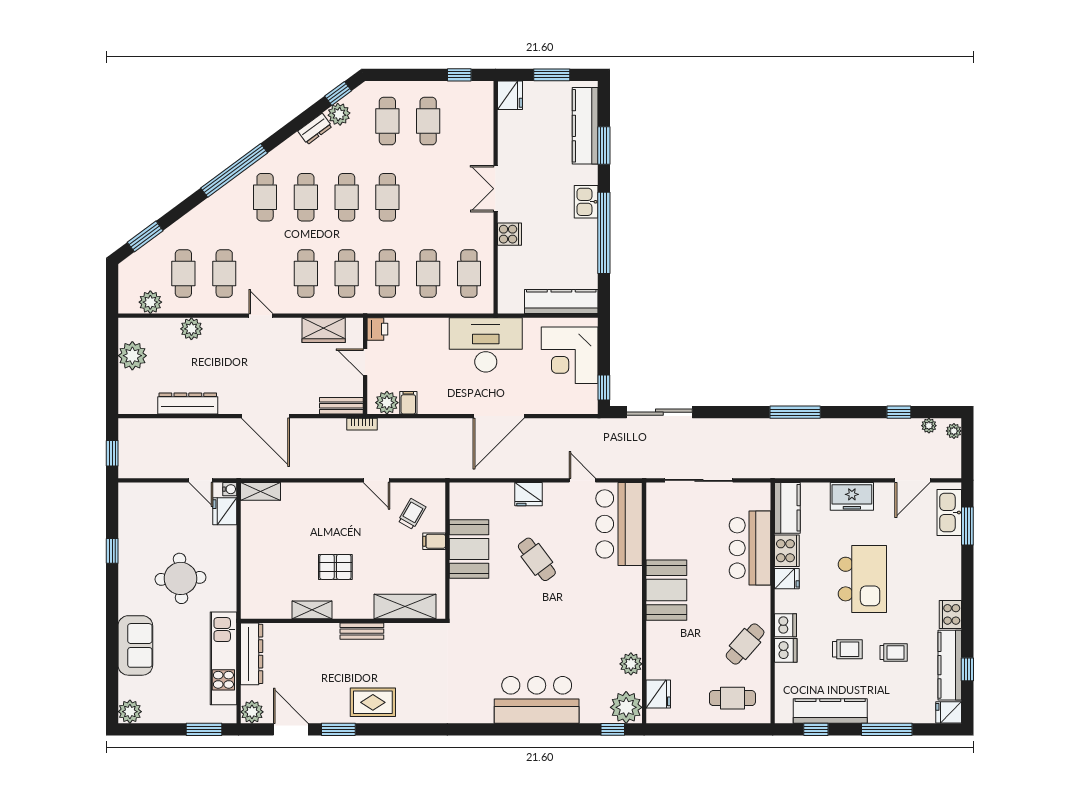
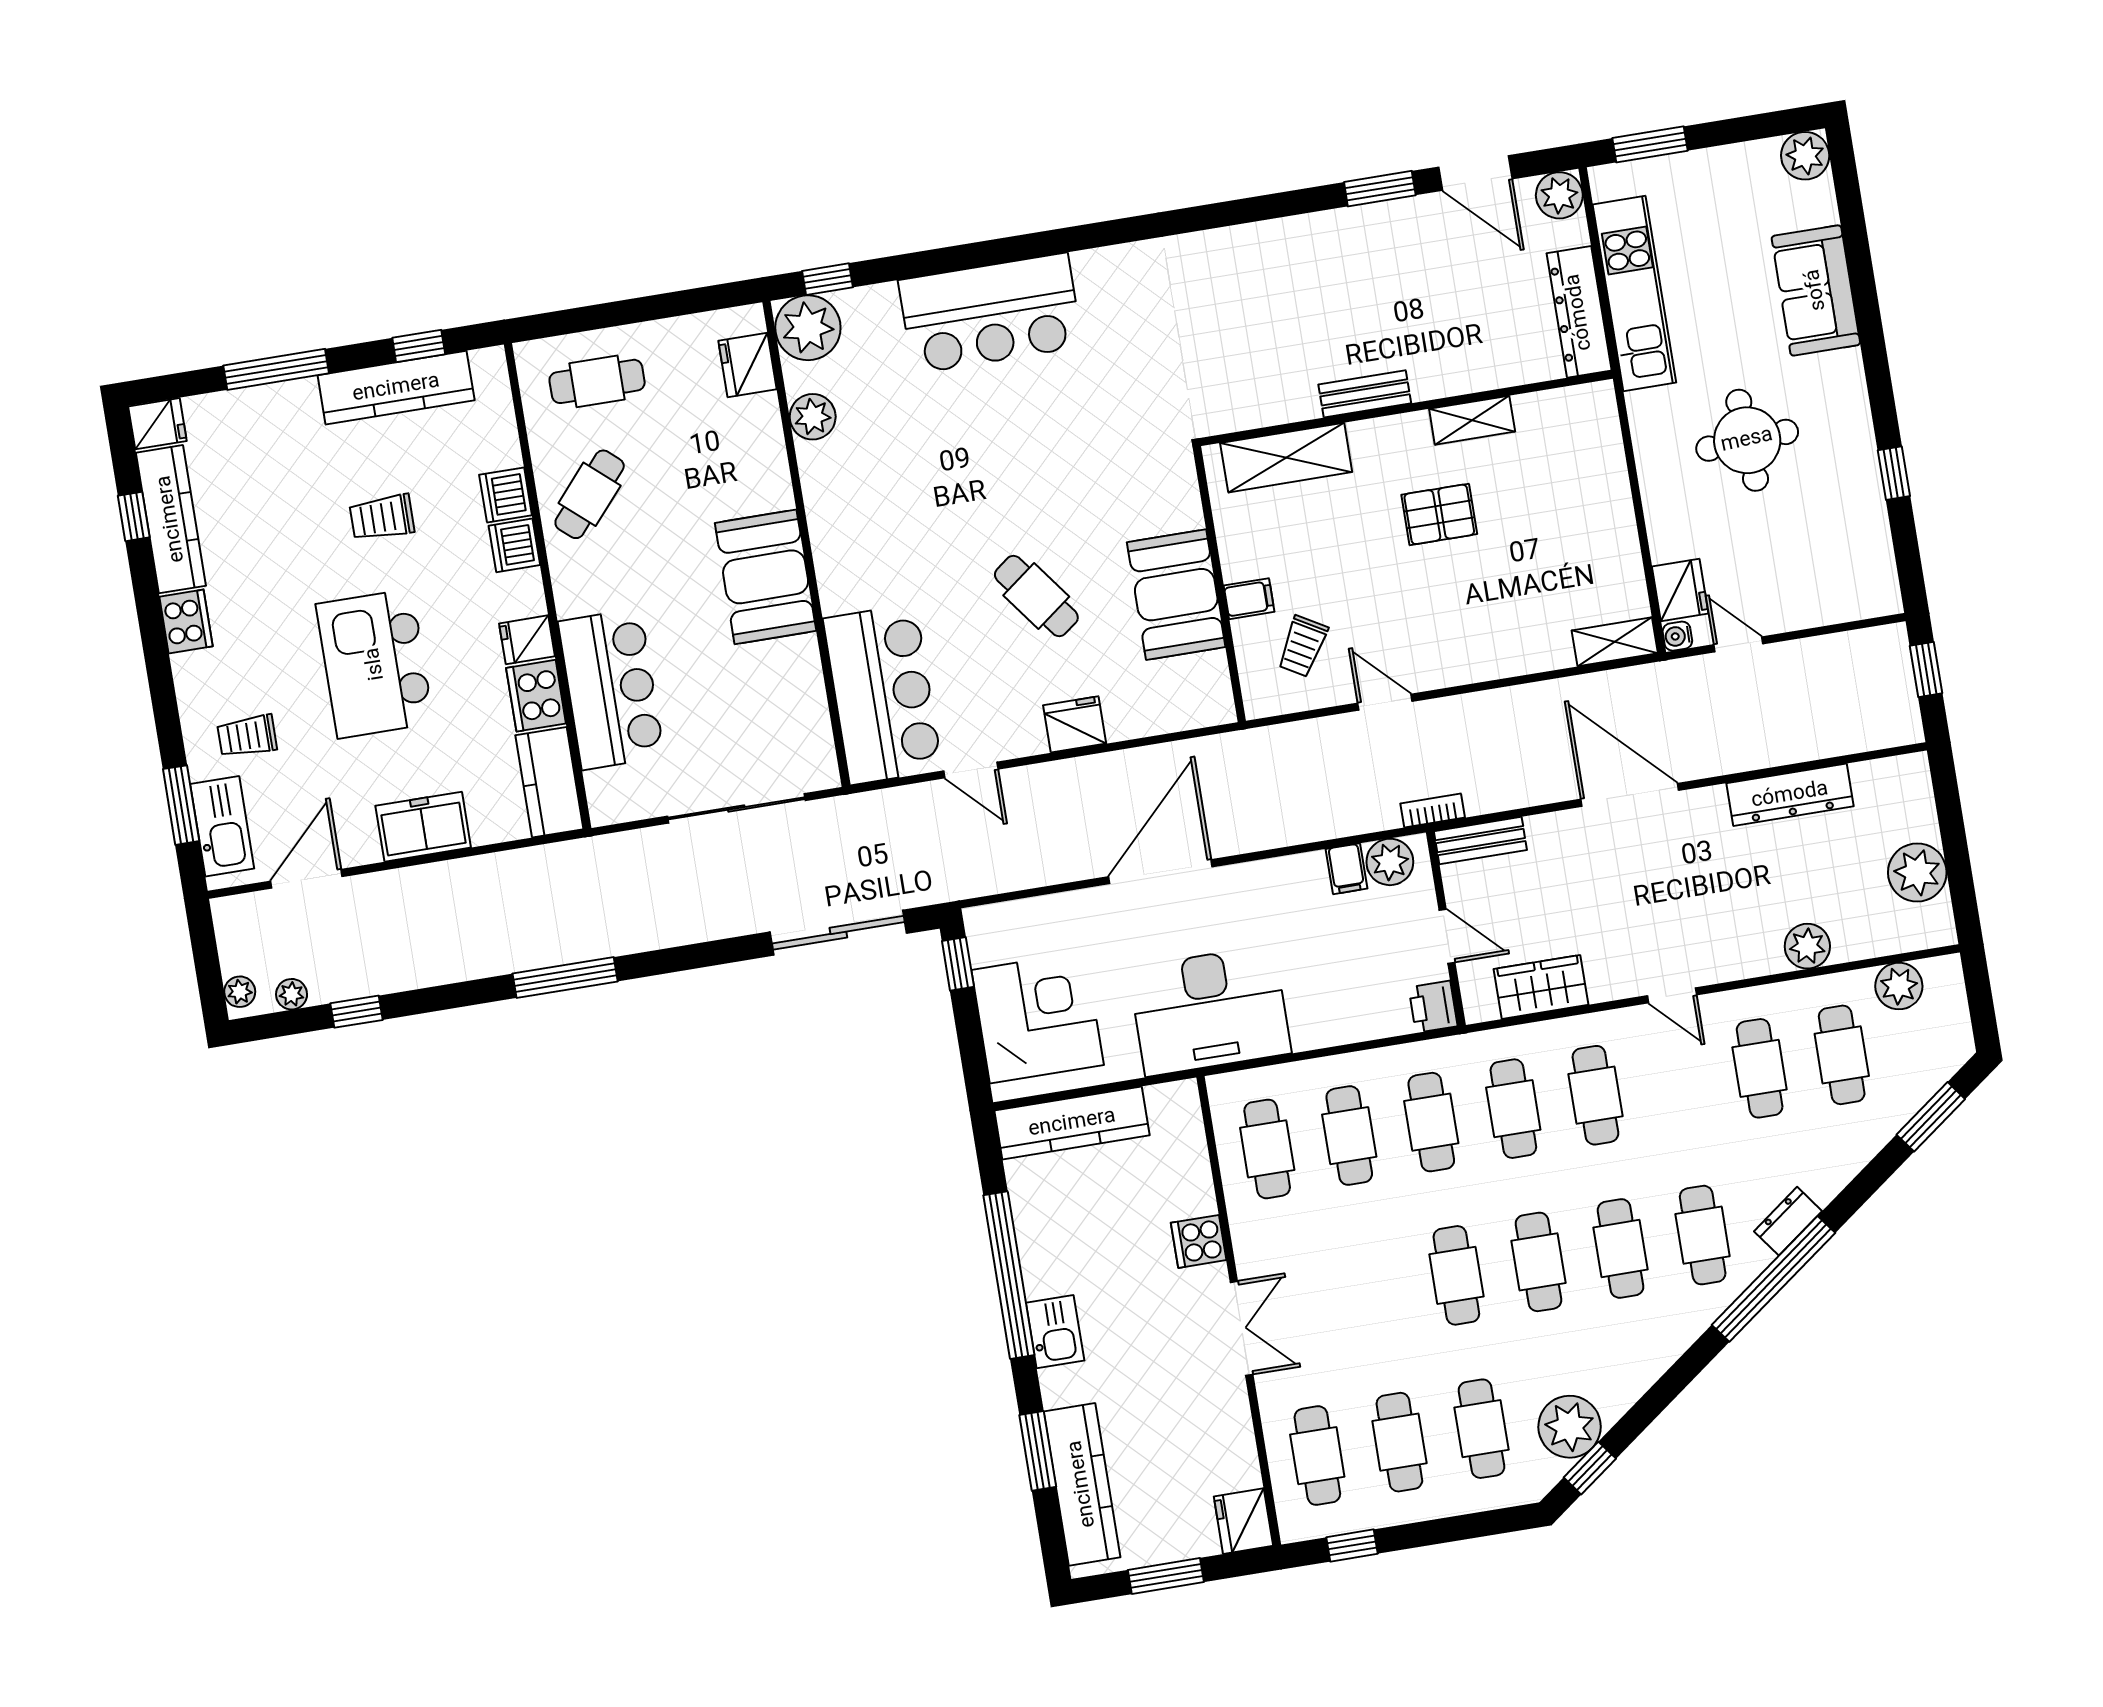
plant: (339, 114) -> (1570, 1427), width x1.36, depth x1.36
cafe table: (469, 121) -> (1317, 1456), added
dresser: (315, 129) -> (1788, 1221), moved
trolley: (894, 653) -> (247, 736), moved
rug: (373, 702) -> (1319, 254), removed

